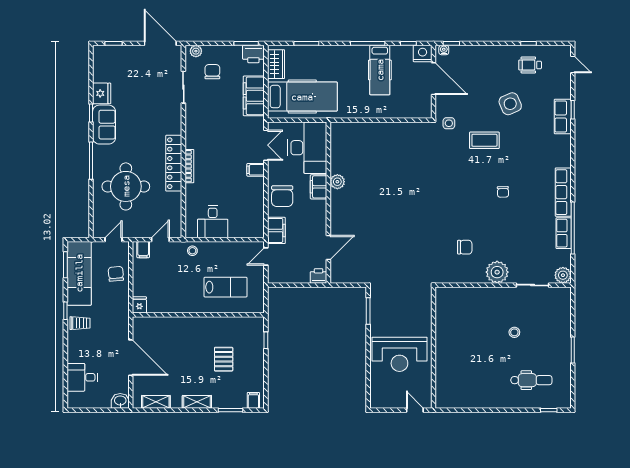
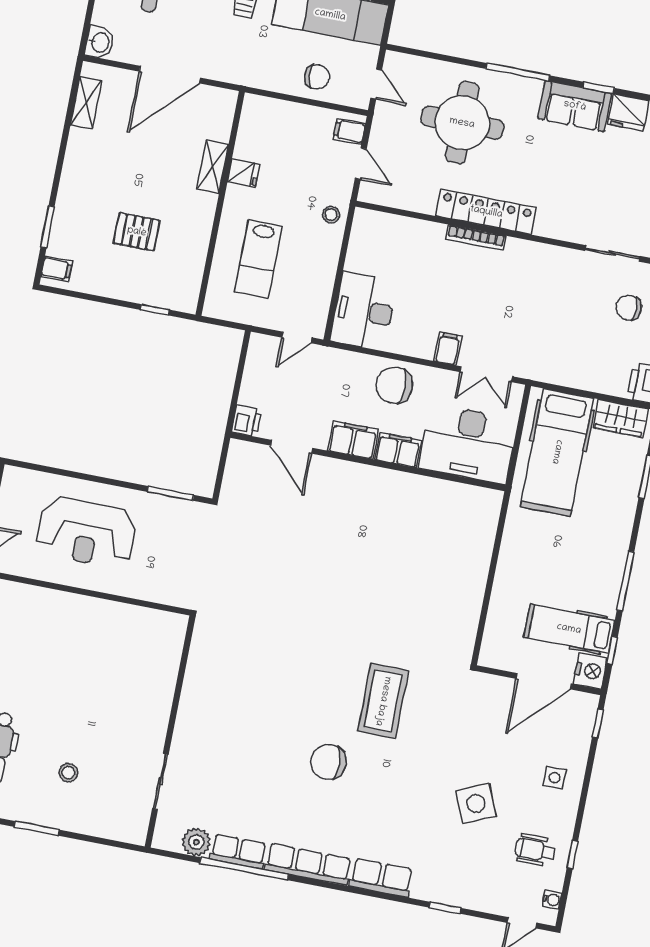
water cooler: (444, 50) -> (552, 900), moved
wheelchair: (530, 65) -> (535, 850), turned -90
hospital bed: (380, 70) -> (569, 629), moved
chair: (212, 72) -> (629, 308), turned 180
filing cabinet: (254, 96) -> (574, 370), removed
row of seats: (563, 117) -> (381, 878), moved
side table: (449, 123) -> (554, 778), moved
coffee table: (484, 140) -> (383, 701), moved, width x1.36, depth x1.32
plant: (337, 182) -> (400, 484), removed
chair: (503, 192) -> (329, 762), width x1.87, depth x1.87
desk: (213, 222) -> (364, 311), moved, width x1.37
filing cabinet: (276, 230) -> (353, 440), moved, turned 180
chair: (465, 247) -> (247, 679), removed
door: (266, 257) -> (297, 337), swing flipped
plant: (497, 272) -> (194, 725), removed
plant: (563, 275) -> (196, 842), moved
fridge: (139, 305) -> (244, 173), moved
stool: (514, 332) -> (68, 773), moved
reception desk: (399, 354) -> (86, 532), turned -90
shelving: (197, 402) -> (213, 167), moved

